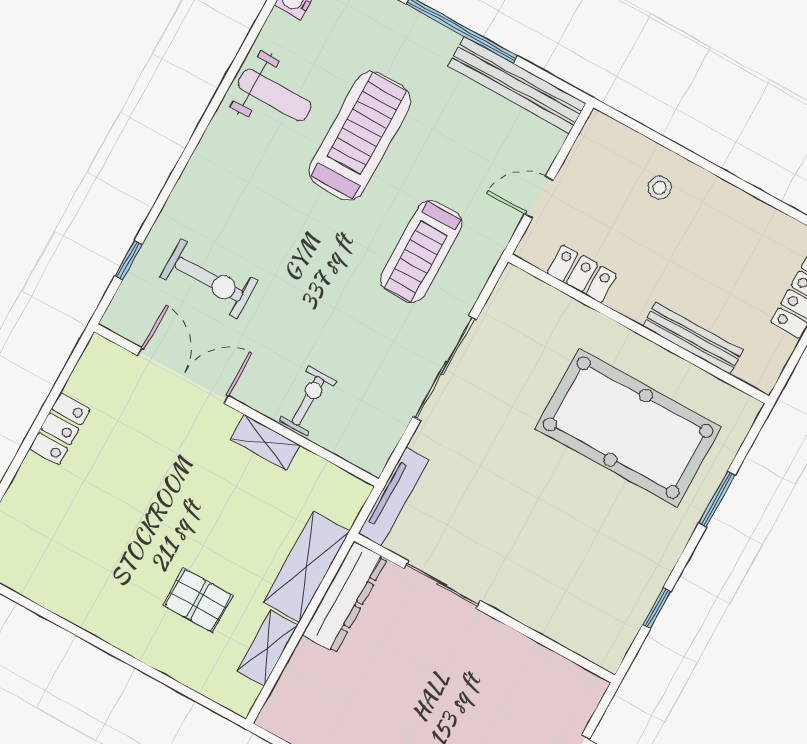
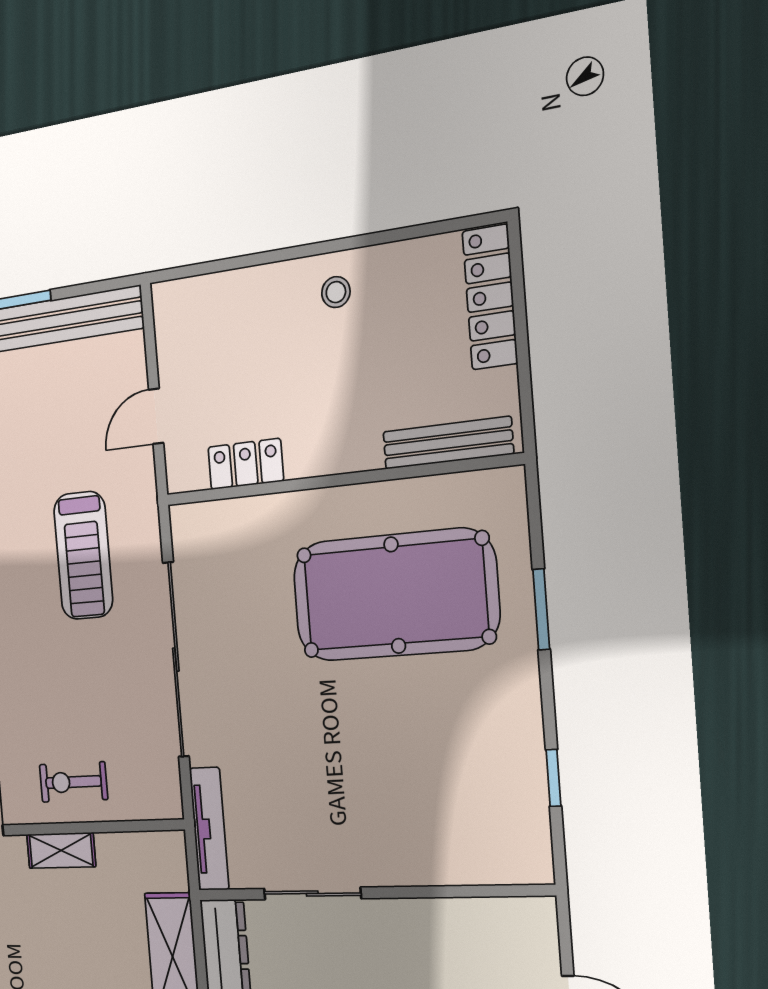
stool: (660, 188) -> (336, 292), moved
bench: (693, 338) -> (448, 443), moved
sliding door: (445, 368) -> (176, 660), width x1.36
exercise bike: (308, 401) -> (73, 782), turned -90

